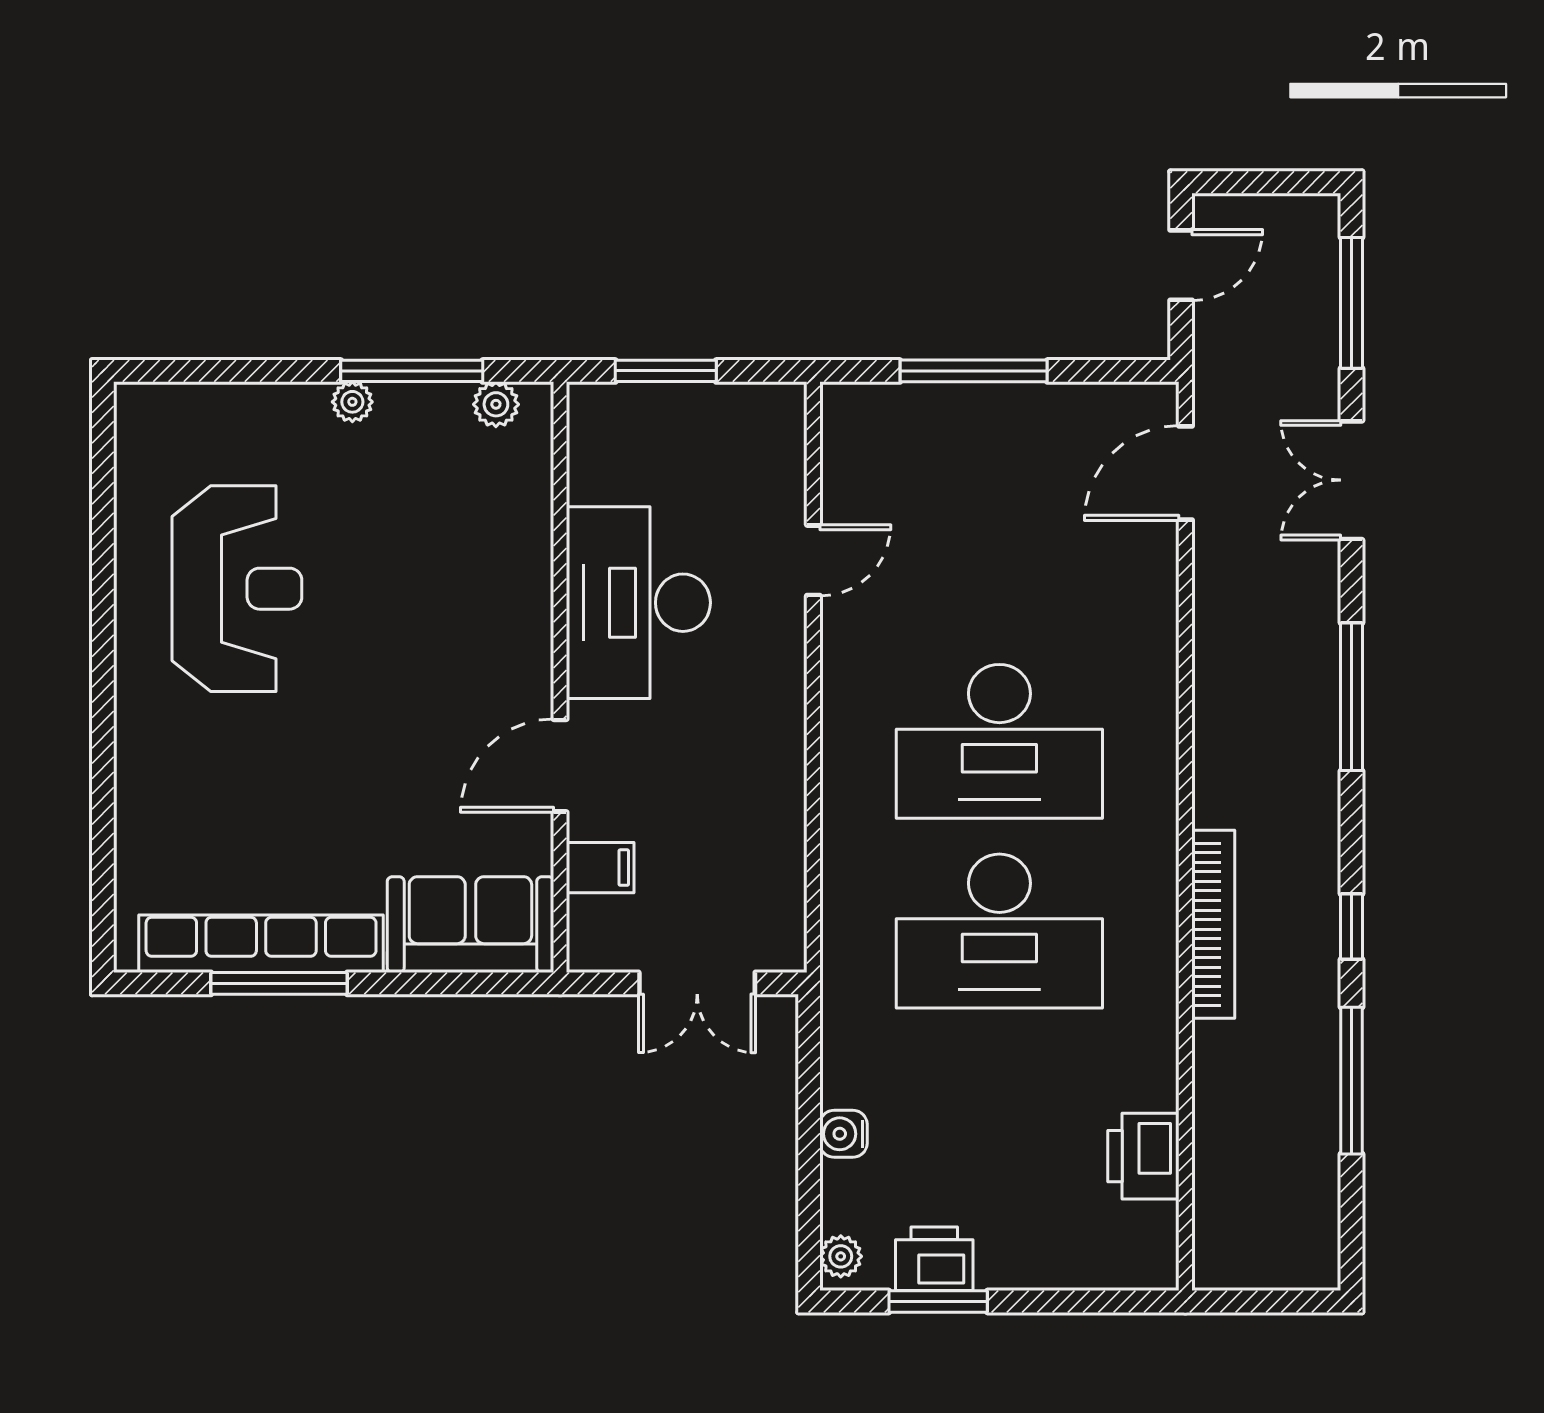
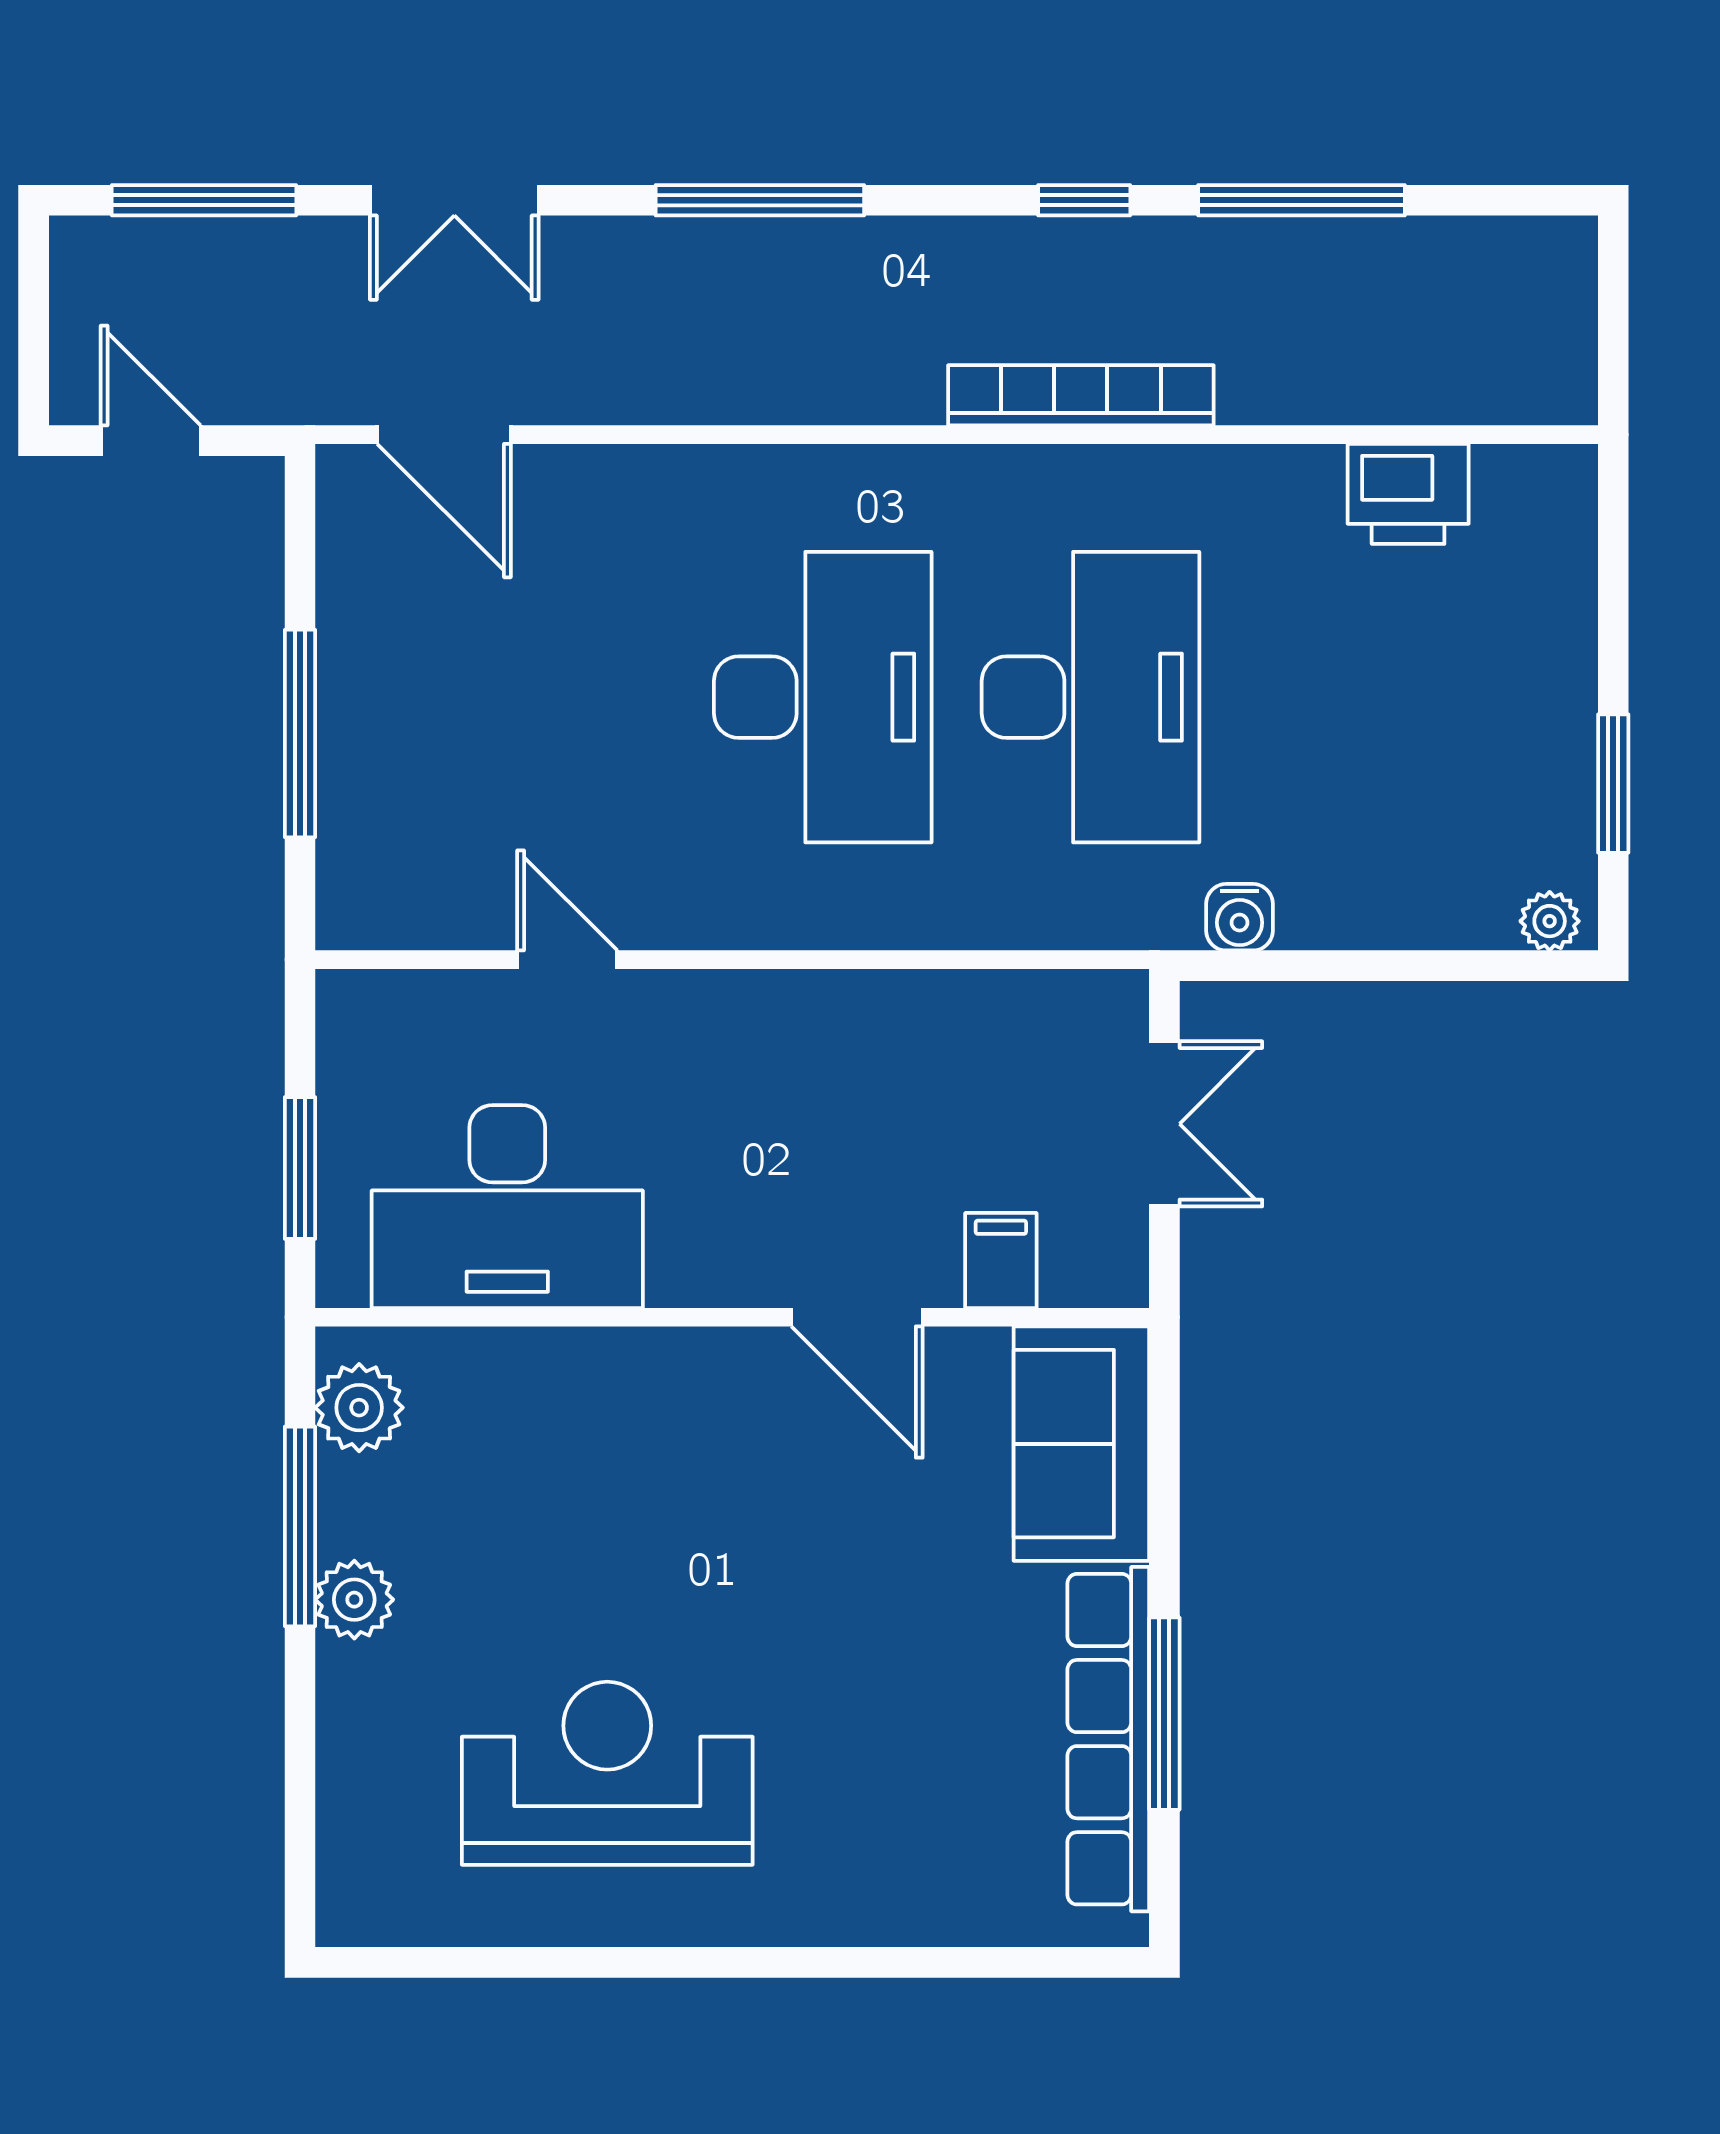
plant: (352, 402) -> (354, 1600), width x1.38, depth x1.38
plant: (496, 404) -> (359, 1408), width x1.38, depth x1.38
desk: (638, 603) -> (507, 1207), moved
water cooler: (843, 1134) -> (1240, 917), moved
printer: (934, 1259) -> (1553, 789), removed

